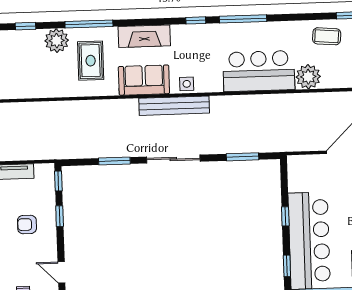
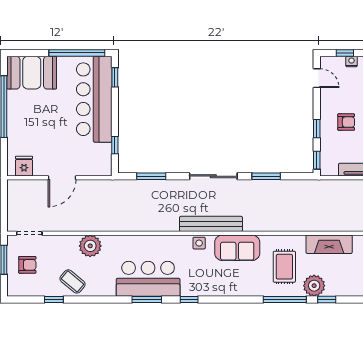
window: (243, 19) -> (147, 300), width x0.69
window: (26, 26) -> (327, 300), moved
fireplace: (144, 36) -> (329, 244), moved, turned 180
coffee table: (327, 36) -> (73, 281), turned 35
bar counter: (259, 71) -> (148, 279), moved, turned 180
window: (285, 216) -> (115, 145), moved

